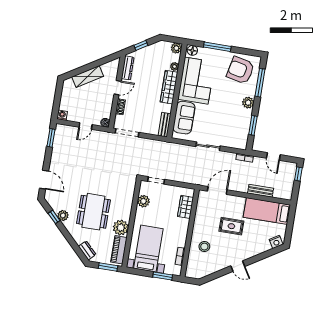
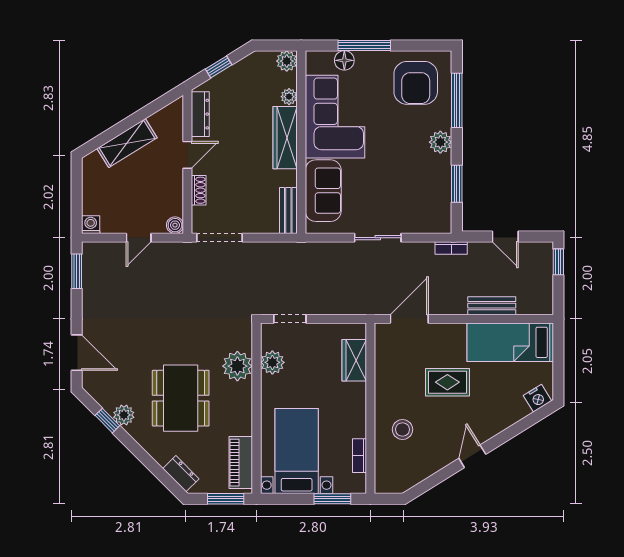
floor lamp: (192, 50) -> (344, 60), moved
armchair: (240, 70) -> (416, 83), turned -102
plant: (121, 228) -> (237, 366), moved
door: (238, 266) -> (472, 456), swing flipped

